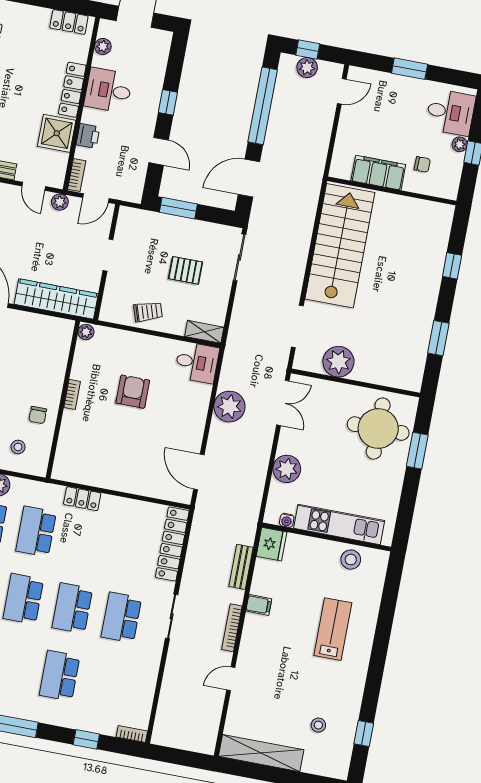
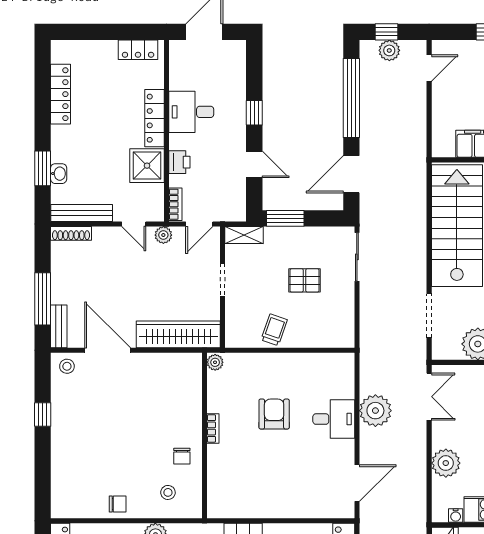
plant: (103, 46) -> (177, 68), removed
trolley: (148, 312) -> (274, 330), turned -53
shelving: (204, 332) -> (244, 235), moved
desk: (197, 362) -> (334, 419), moved
door: (199, 472) -> (357, 483), swing flipped

